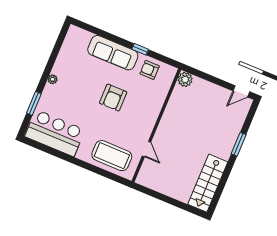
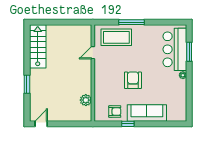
plant: (185, 79) -> (86, 100), moved
bar counter: (55, 133) -> (175, 49), moved, turned 90
door: (146, 149) -> (93, 53), hinge flipped
window: (87, 166) -> (131, 22), added

